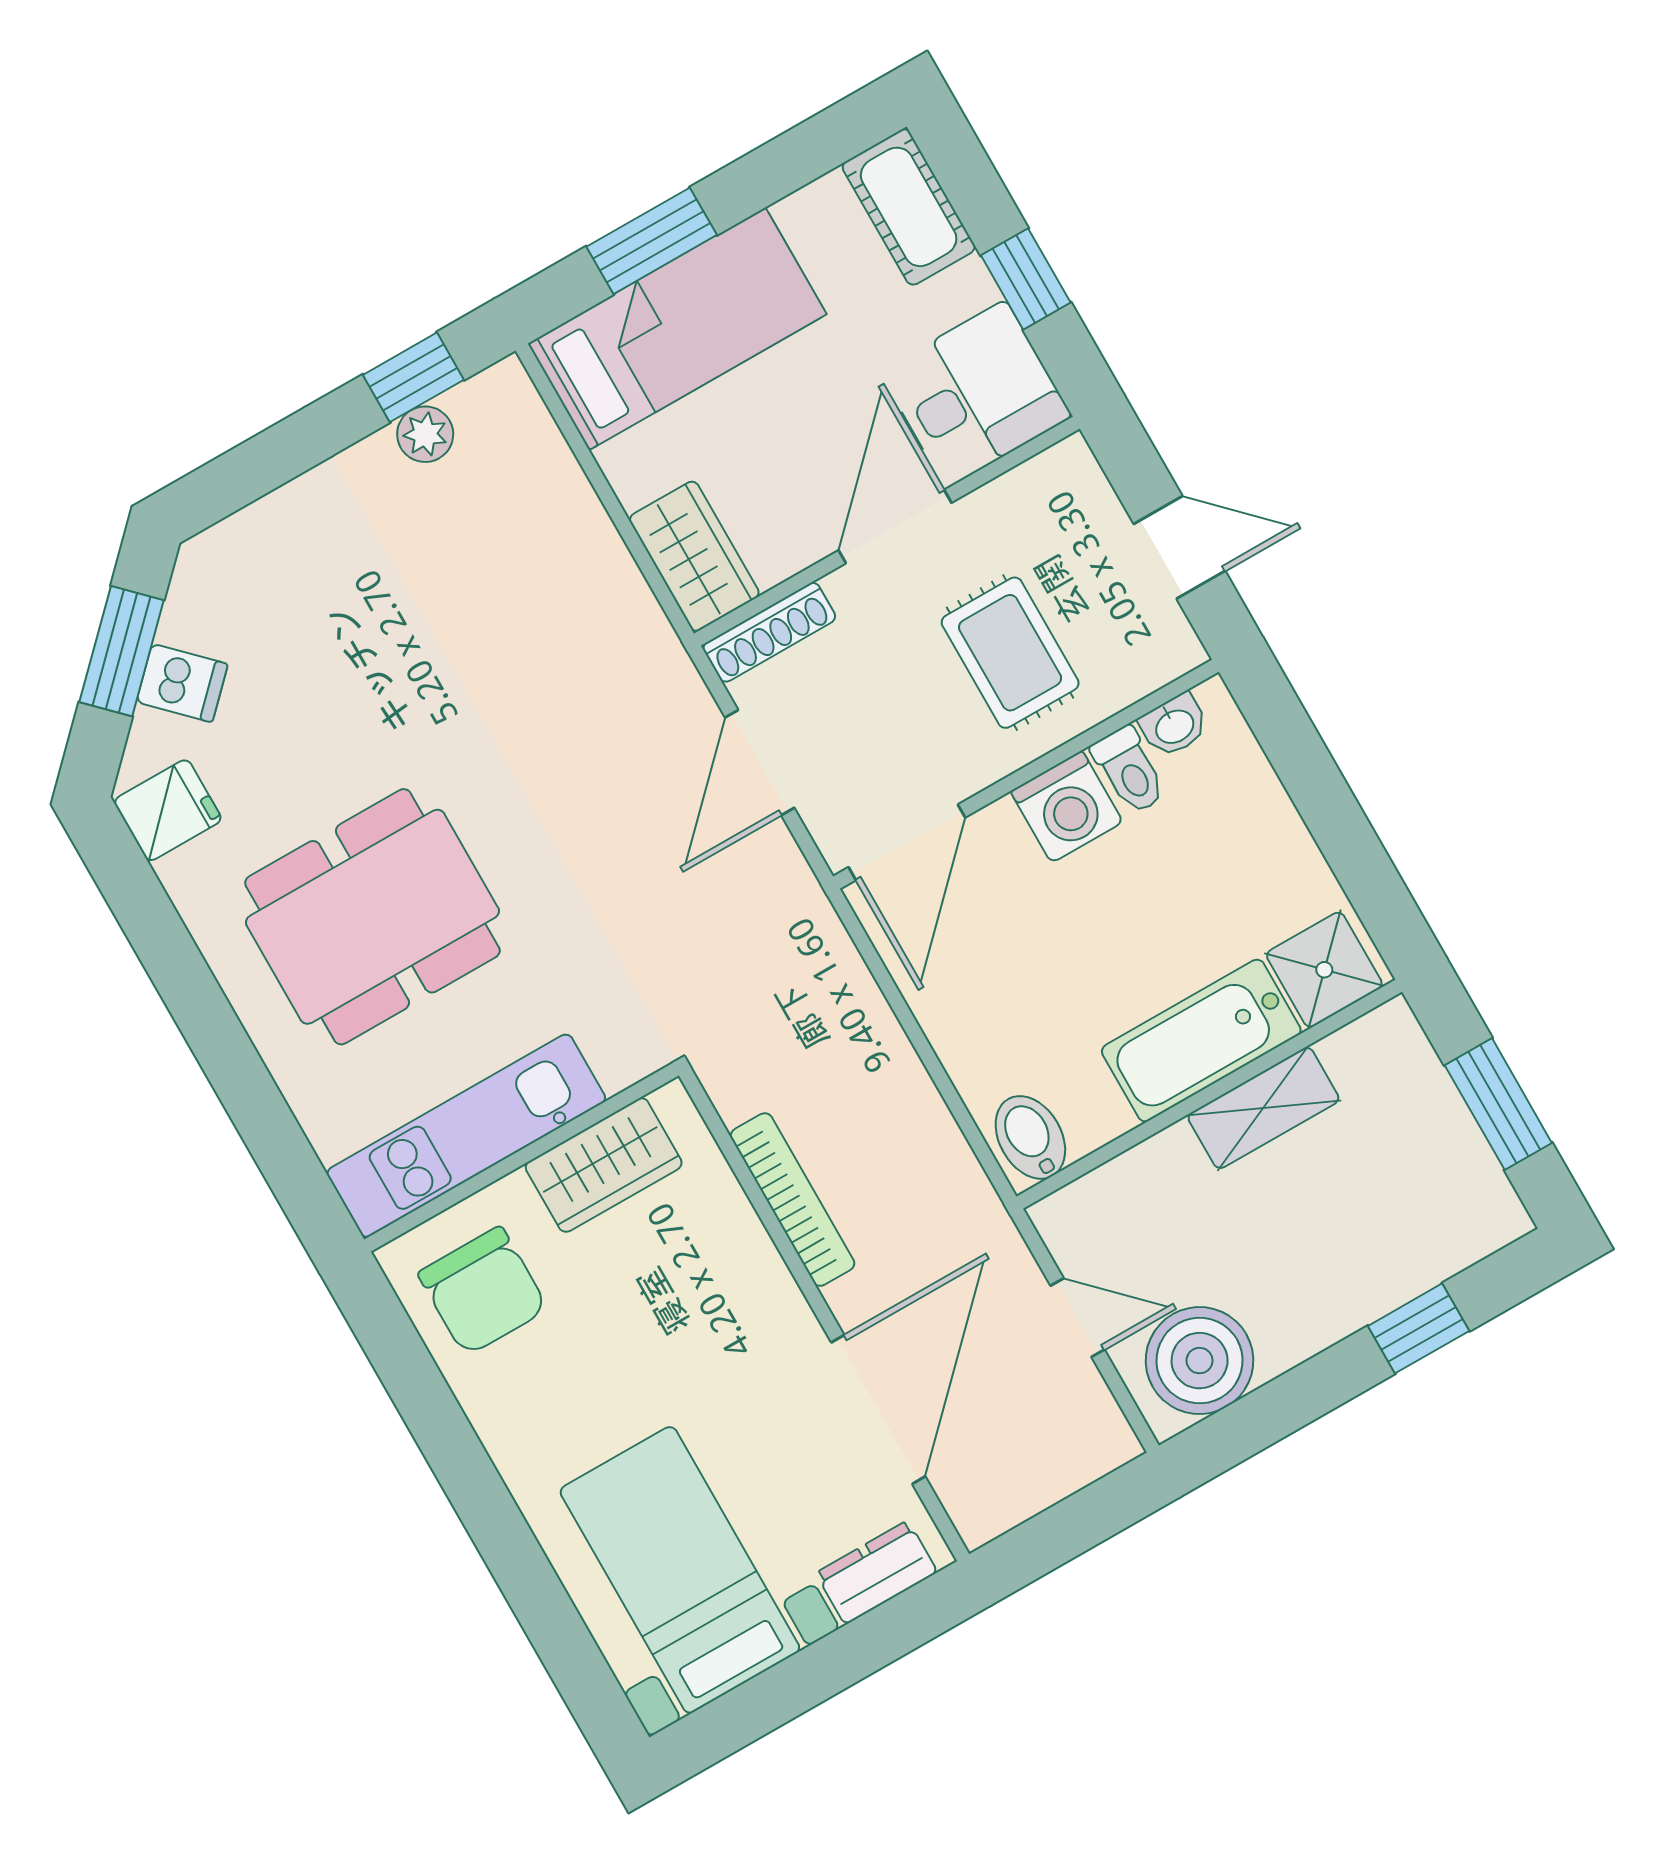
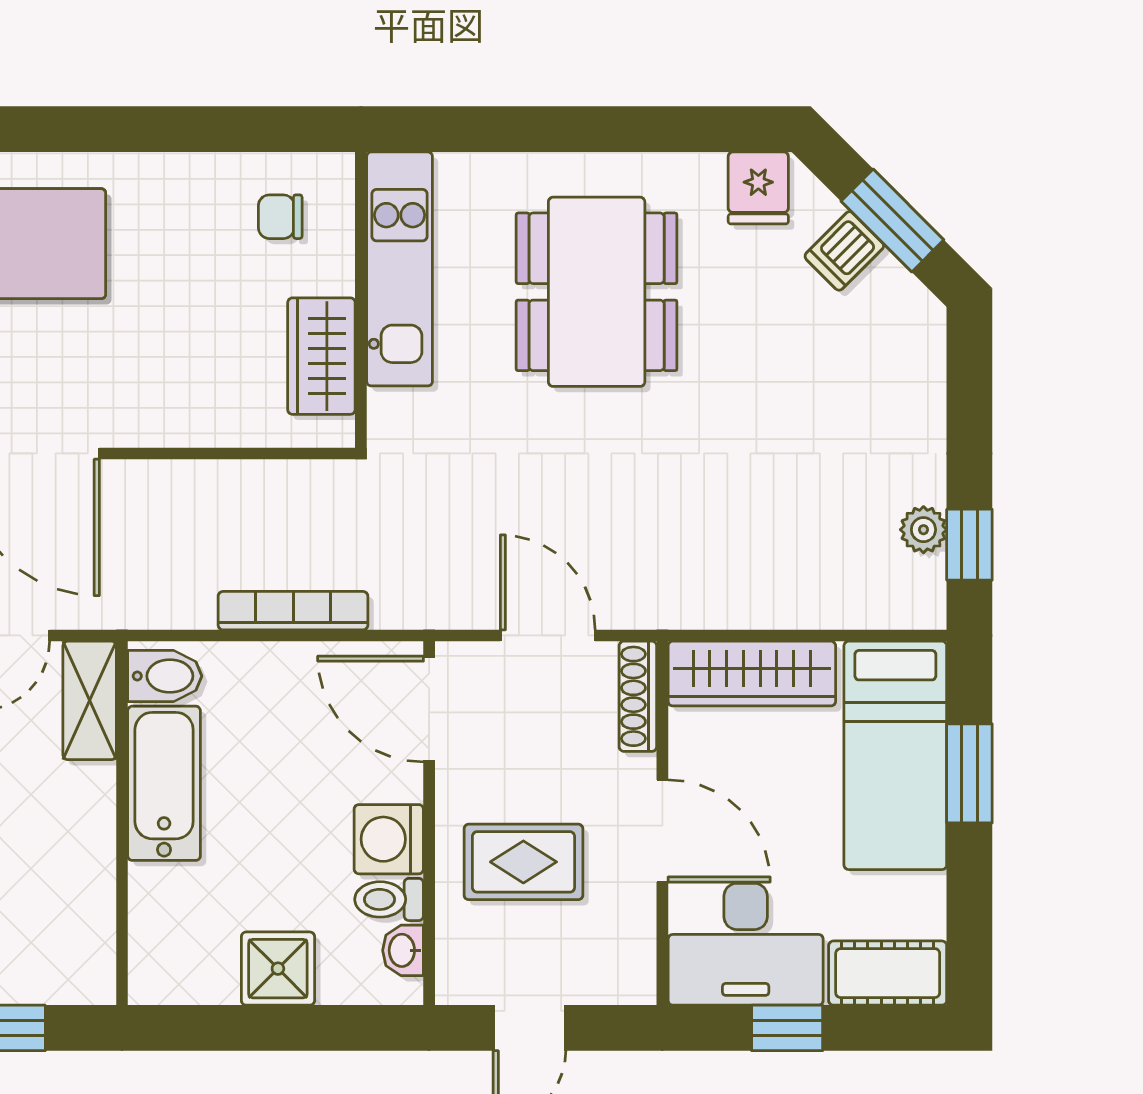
desk: (976, 394) -> (746, 944), width x1.37
wardrobe: (694, 556) -> (752, 674), width x1.50
shower: (1324, 970) -> (278, 969), moved
bathtub: (1201, 1041) -> (164, 783), moved
shelving: (1263, 1108) -> (90, 700), moved
bookcase: (792, 1200) -> (293, 611), moved, turned 180
chair: (483, 1291) -> (280, 217), width x0.54, depth x0.54

